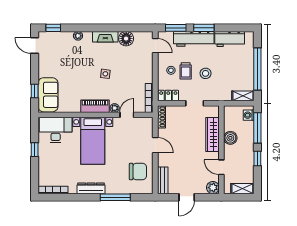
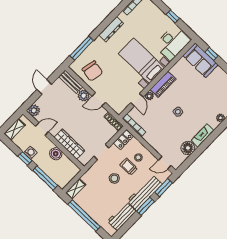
washing machine: (249, 115) -> (30, 153), moved
plant: (164, 160) -> (84, 96), added
chair: (138, 171) -> (92, 71), turned -79
window: (115, 197) -> (82, 48), moved

